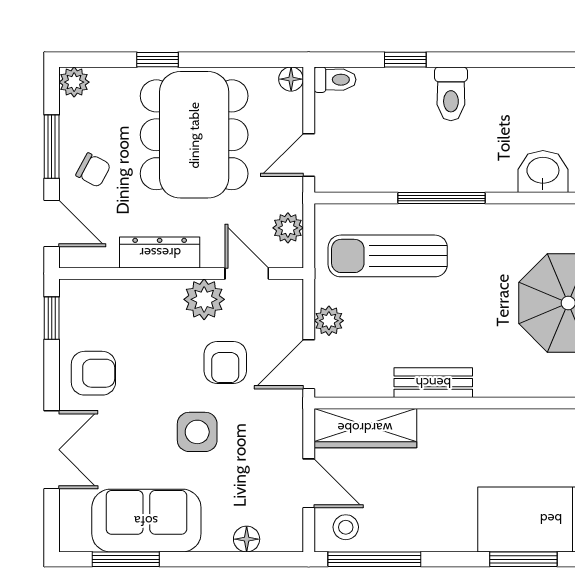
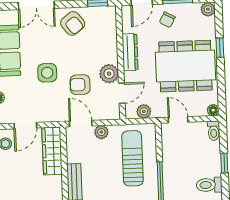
armchair: (93, 373) -> (73, 23), turned -38

